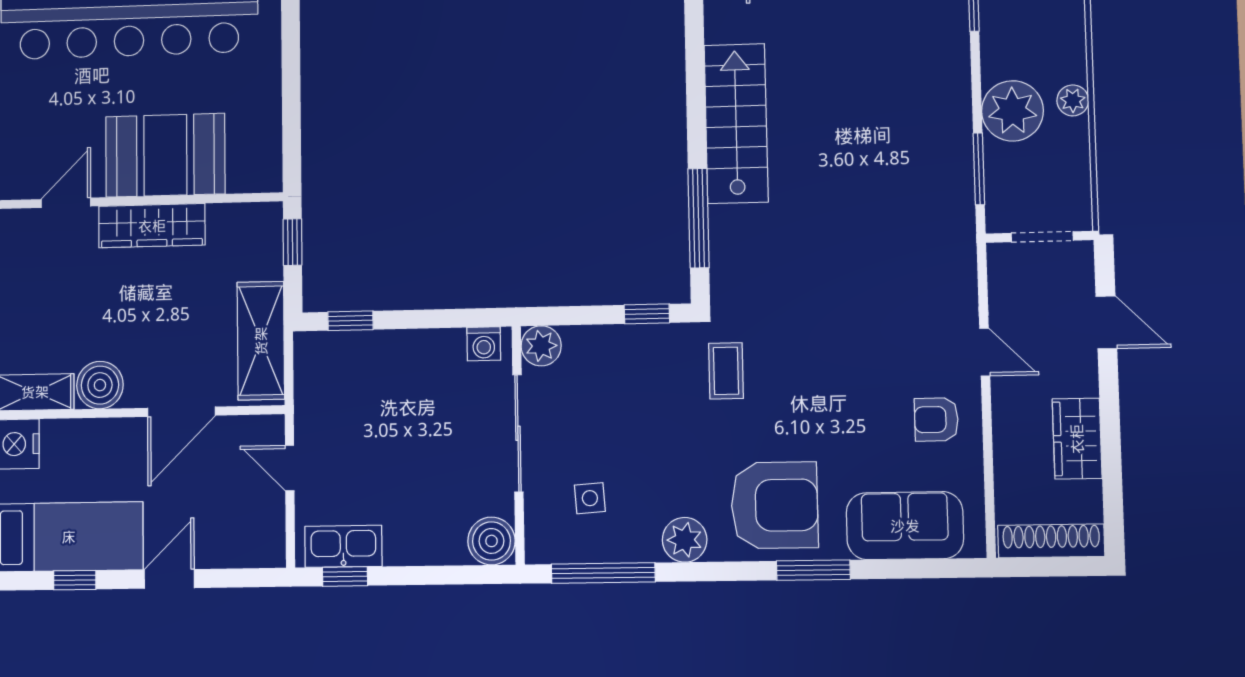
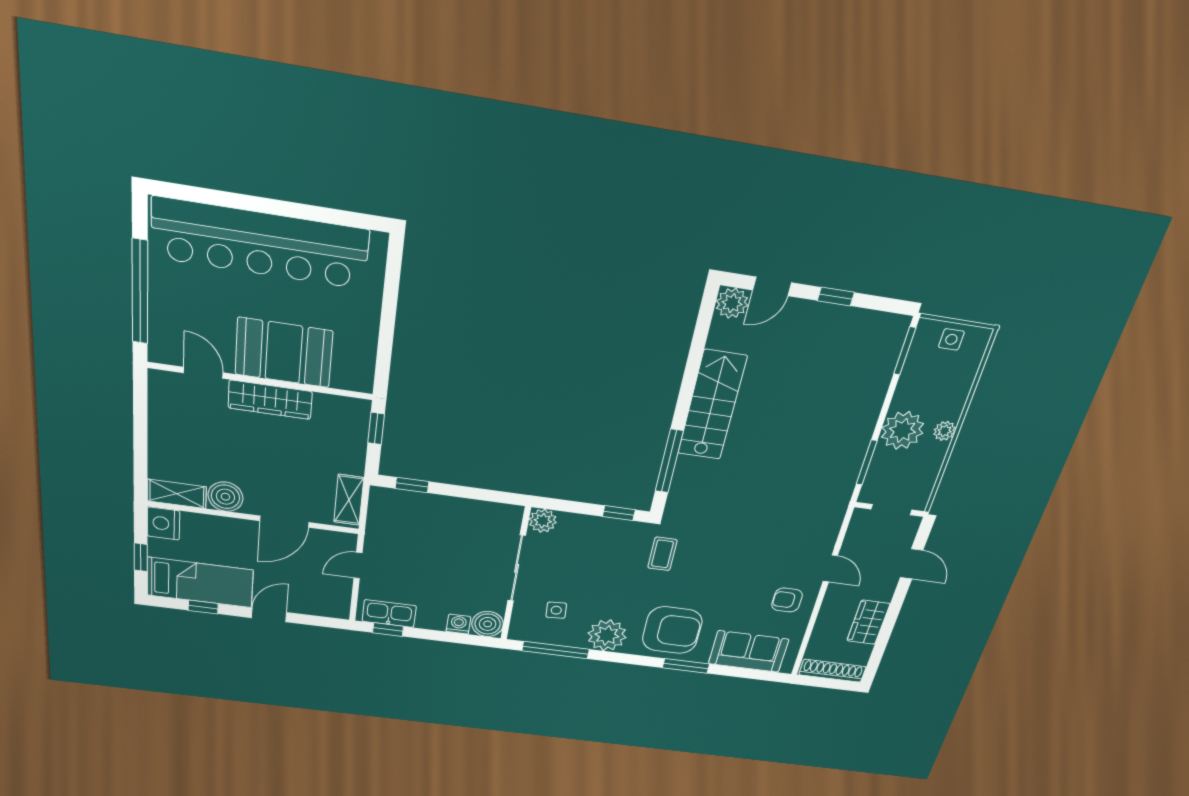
door: (66, 203) -> (203, 373), hinge flipped
shelving: (261, 341) -> (349, 500), width x0.67, depth x0.75
washing machine: (484, 344) -> (459, 624), moved, turned 180
door: (290, 468) -> (358, 565), hinge flipped
plant: (685, 540) -> (607, 635), width x1.36, depth x1.36

